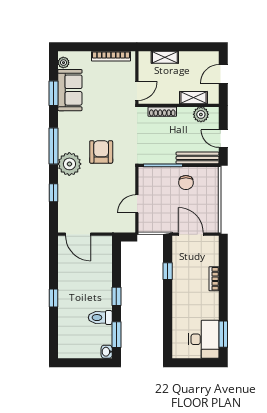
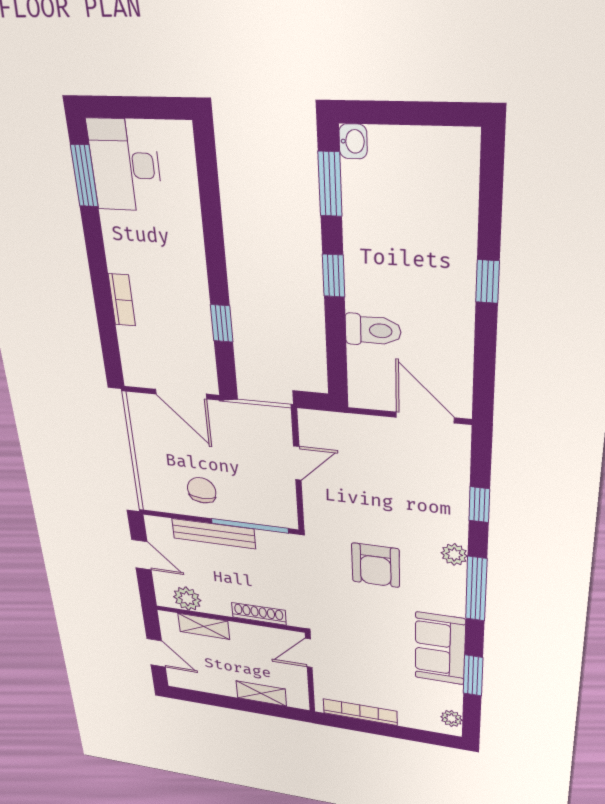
door: (223, 74) -> (156, 653), hinge flipped
sofa: (70, 90) -> (440, 649), moved
bench: (198, 158) -> (214, 534), moved
plant: (69, 164) -> (454, 554), width x0.53, depth x0.53
toilet: (100, 318) -> (373, 330), moved

